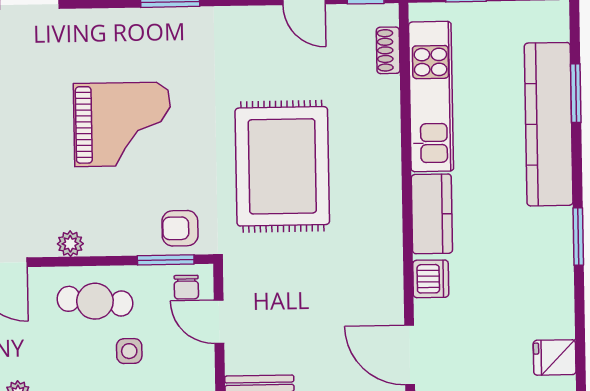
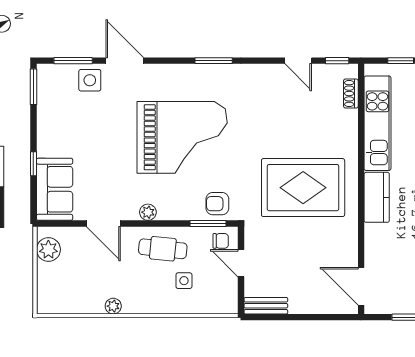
grand piano: (122, 124) -> (182, 137), width x1.37, depth x1.48
rug: (282, 166) -> (303, 188), moved, turned 90
dishwasher: (431, 279) -> (375, 238), removed
chair: (186, 287) -> (221, 241), turned -90

